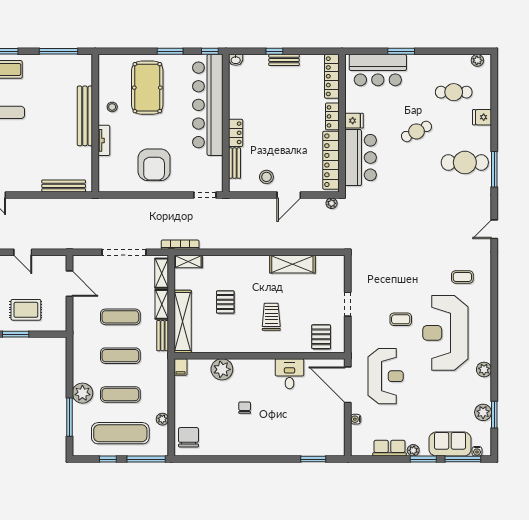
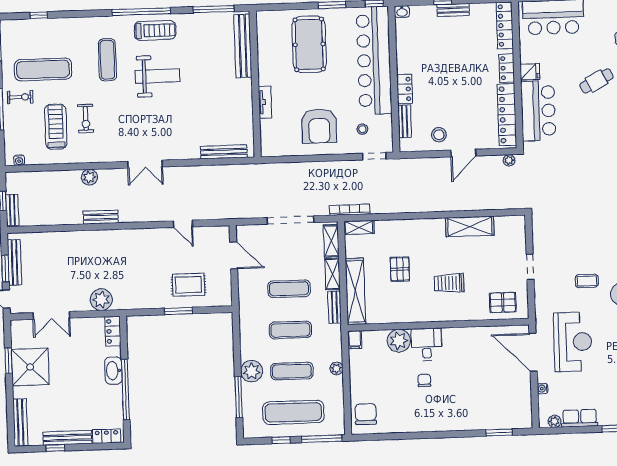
stool: (112, 107) -> (362, 129), moved
bench: (85, 116) -> (243, 46), moved
trolley: (271, 317) -> (449, 283), turned -90
pallet: (321, 337) -> (503, 302), turned 90
desk: (289, 374) -> (427, 344), moved
plant: (162, 419) -> (336, 369), moved
plant: (413, 450) -> (555, 421), moved

